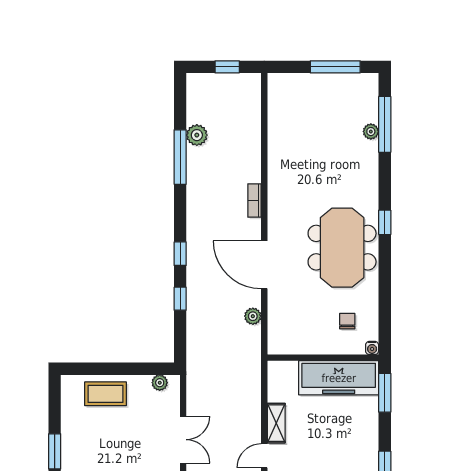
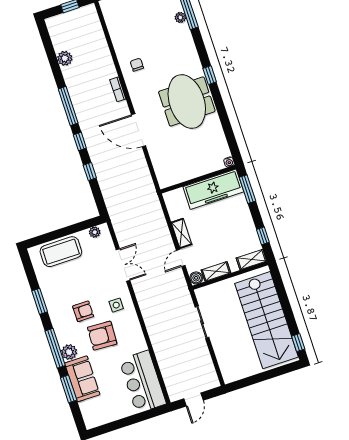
window: (180, 157) -> (68, 106), moved
plant: (253, 316) -> (142, 167), removed
chair: (347, 321) -> (137, 65), moved
coffee table: (105, 394) -> (61, 252), width x1.36, depth x1.32

